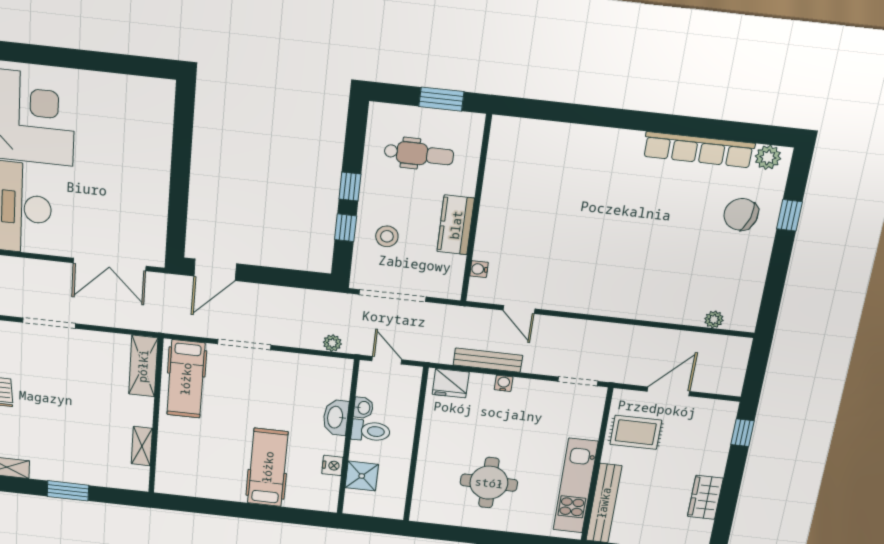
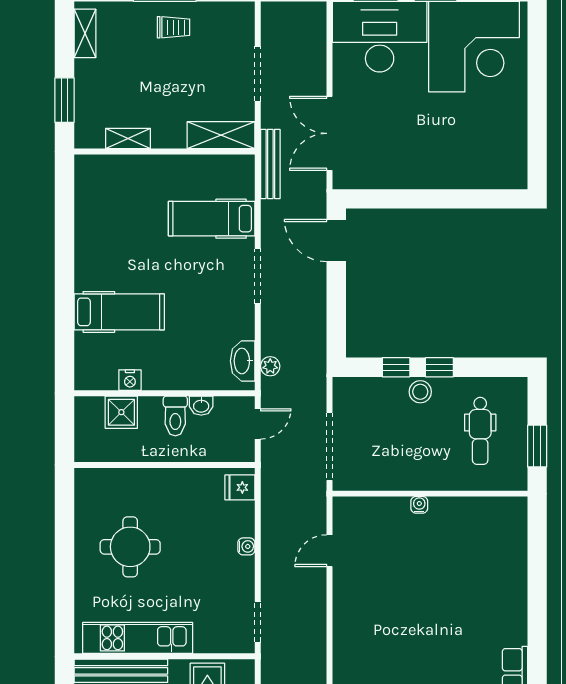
kitchen counter: (456, 225) -> (412, 476), removed
stool: (387, 236) -> (420, 392), moved
water cooler: (479, 269) -> (419, 505), moved
doorway: (392, 296) -> (330, 447), moved
bench: (488, 360) -> (270, 164), moved
shelving: (143, 366) -> (221, 135), moved
fridge: (451, 383) -> (240, 487), width x0.72
wall: (156, 417) -> (164, 152), moved
washbasin: (336, 417) -> (243, 361), moved, turned -90
shelving: (142, 446) -> (128, 139), moved

